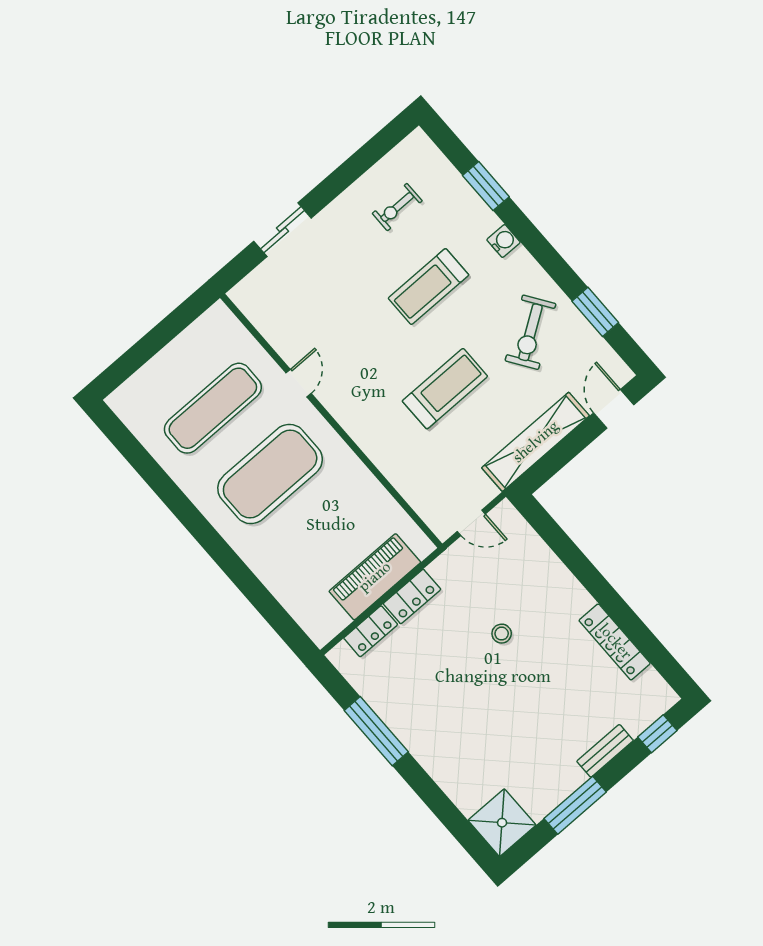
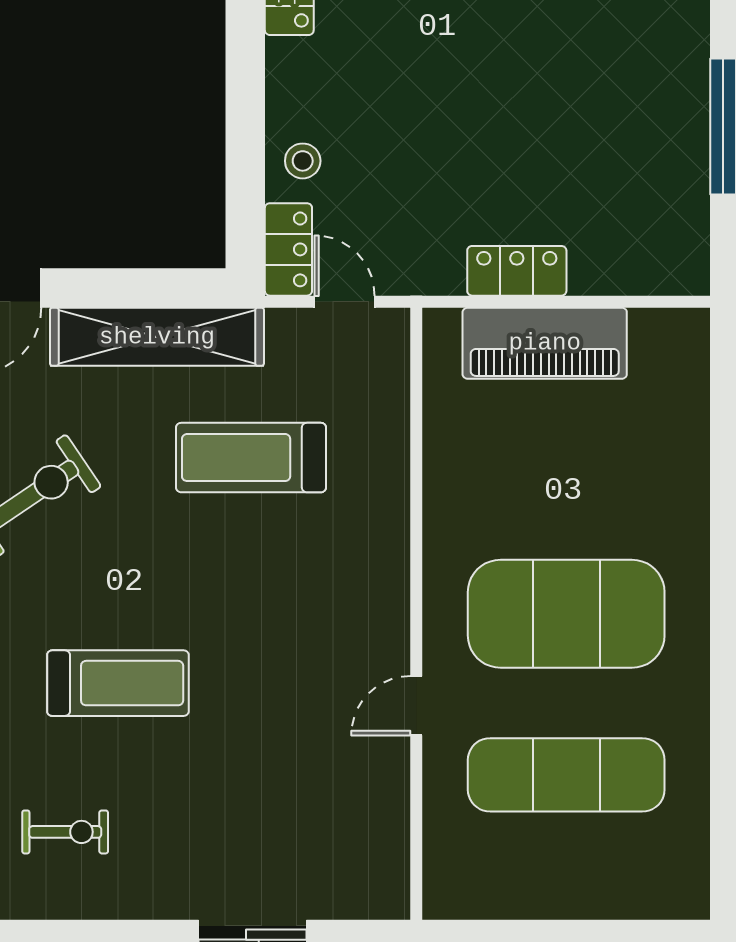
treadmill: (445, 389) -> (251, 458), moved
locker: (371, 631) -> (288, 249), moved, turned 90
stool: (502, 634) -> (303, 161), moved

